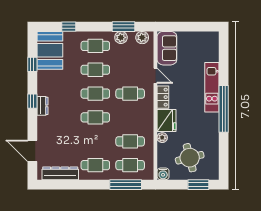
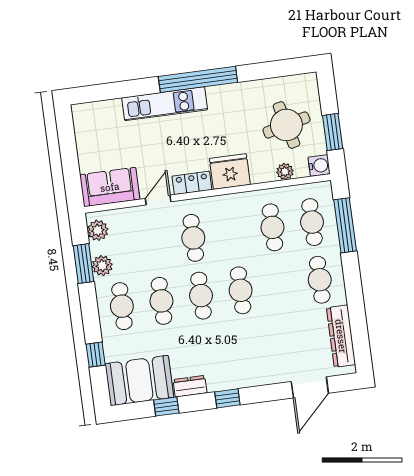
dresser: (43, 106) -> (190, 386), moved
plant: (162, 138) -> (285, 172), moved
window: (198, 185) -> (333, 132), moved

